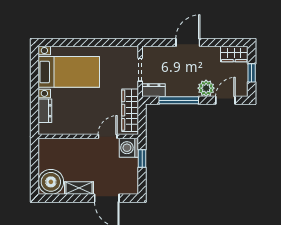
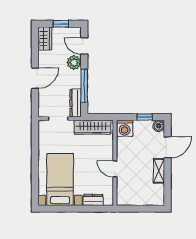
door: (188, 42) -> (35, 78), swing flipped
dresser: (154, 90) -> (76, 103), width x1.44
door: (108, 136) -> (115, 169), moved
window: (142, 158) -> (145, 117), moved
boiler: (51, 182) -> (159, 126), moved, width x0.54, depth x0.54

